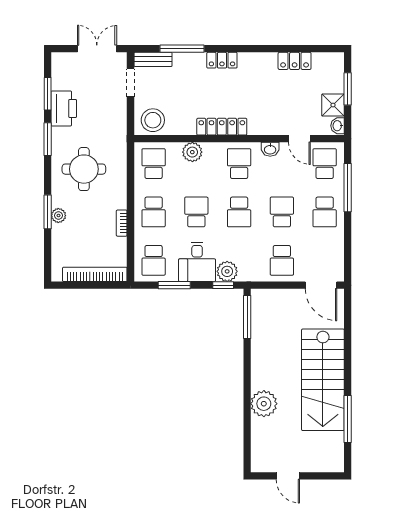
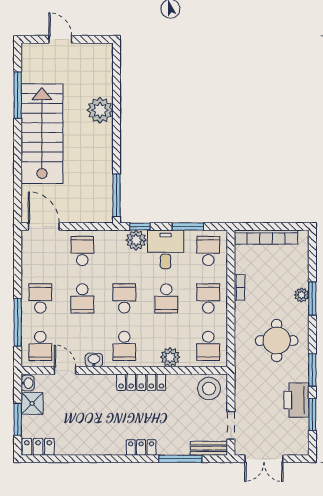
locker: (295, 61) -> (38, 447), moved
door: (288, 476) -> (60, 39), moved

